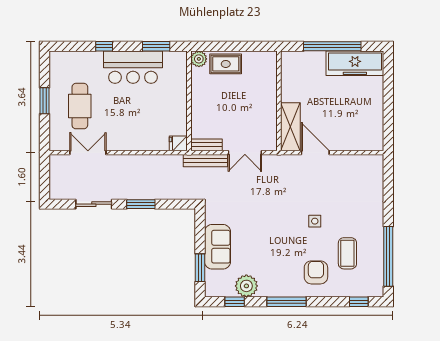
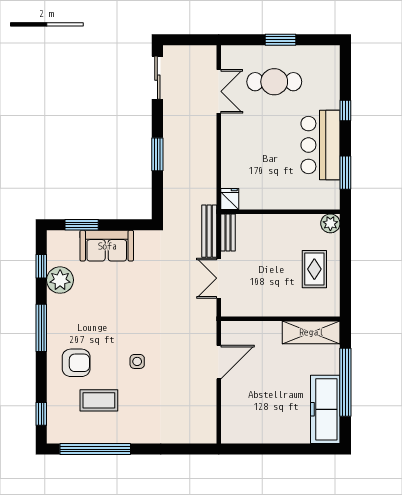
rug: (226, 64) -> (314, 269), moved
shelving: (290, 127) -> (311, 332), moved
sliding door: (94, 204) -> (157, 78), moved

